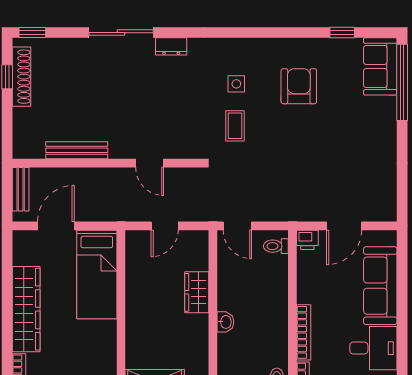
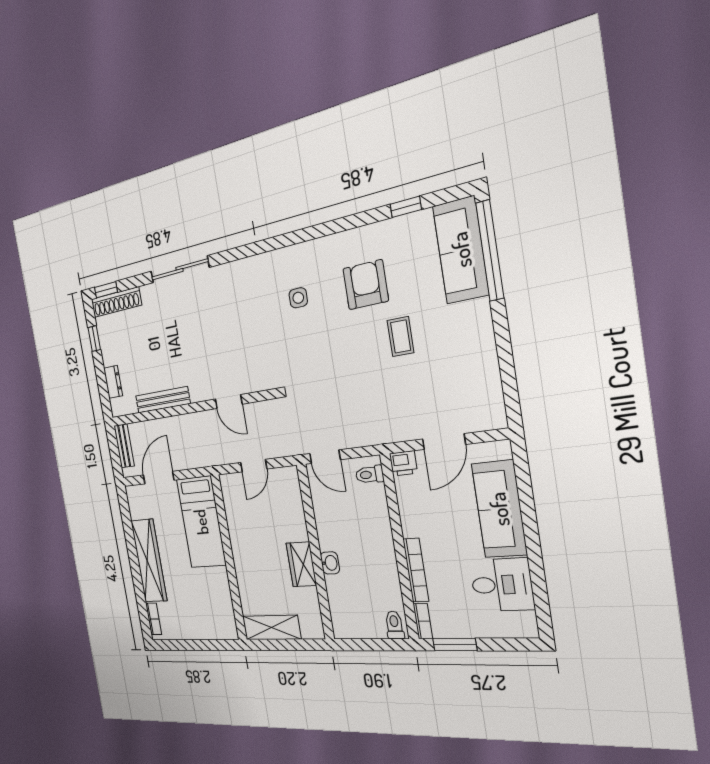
dresser: (171, 46) -> (113, 382), moved, turned -90
sofa: (380, 66) -> (461, 250), width x1.36
shoe rack: (21, 77) -> (116, 302), moved, turned 90
coffee table: (235, 126) -> (401, 337), moved
wardrobe: (197, 292) -> (301, 564), moved

